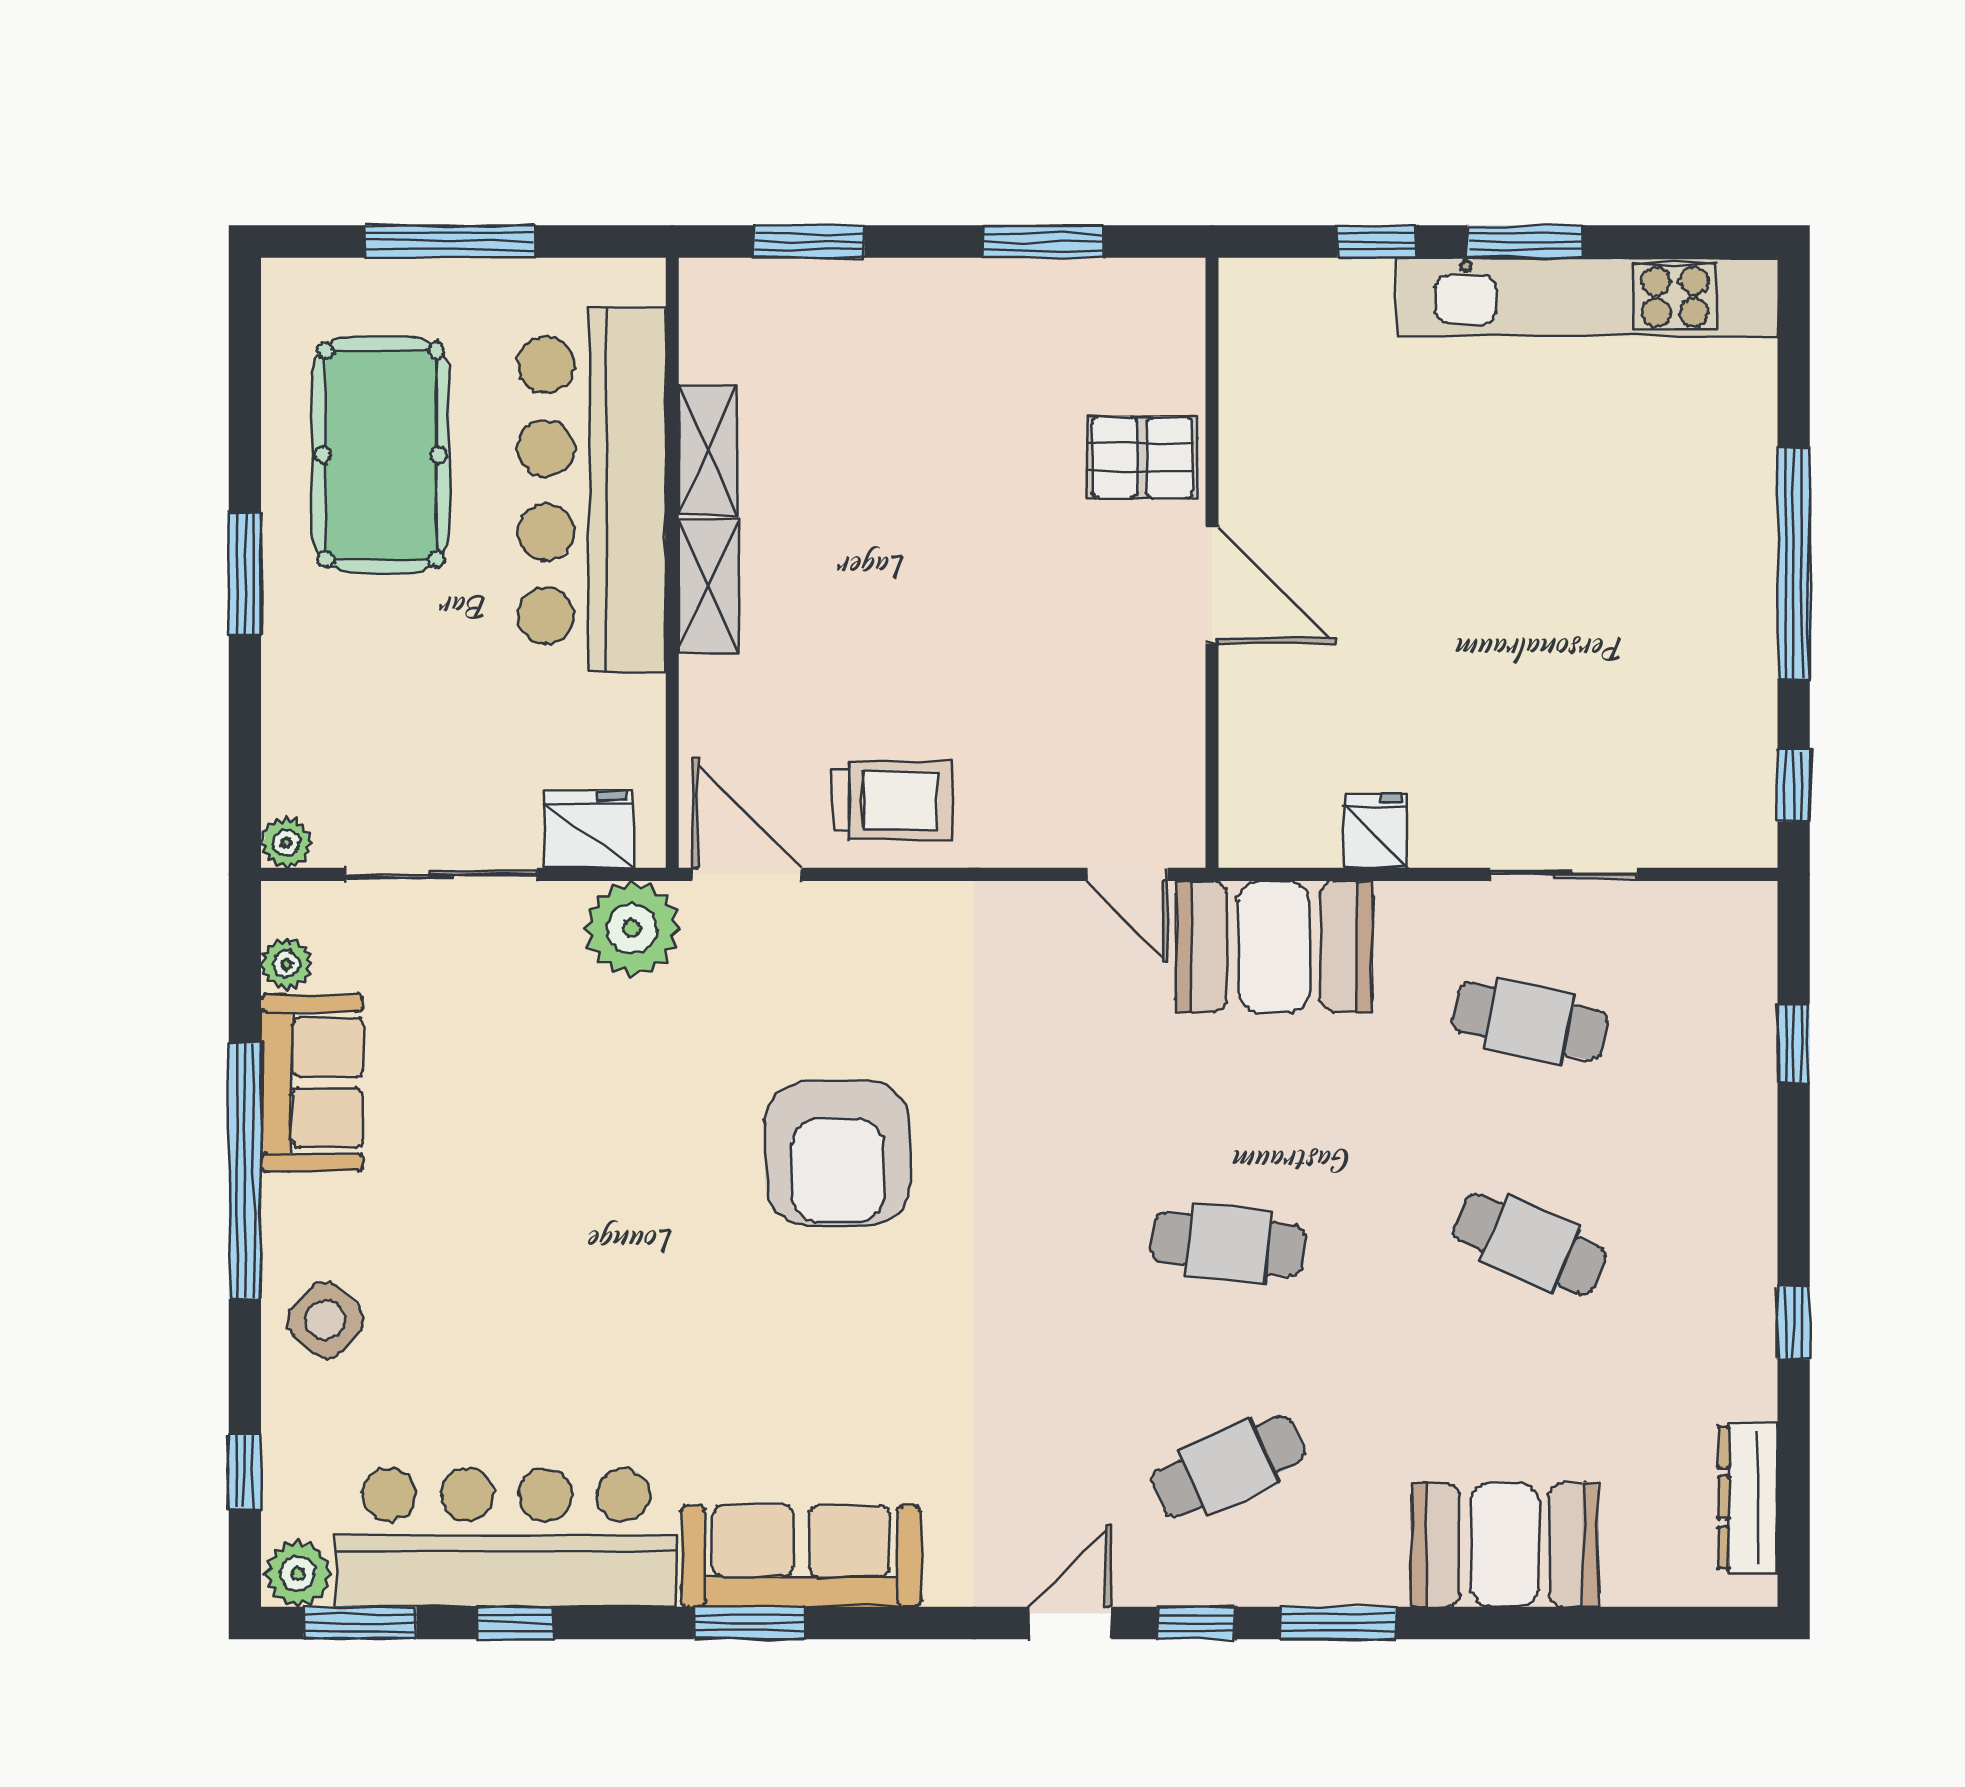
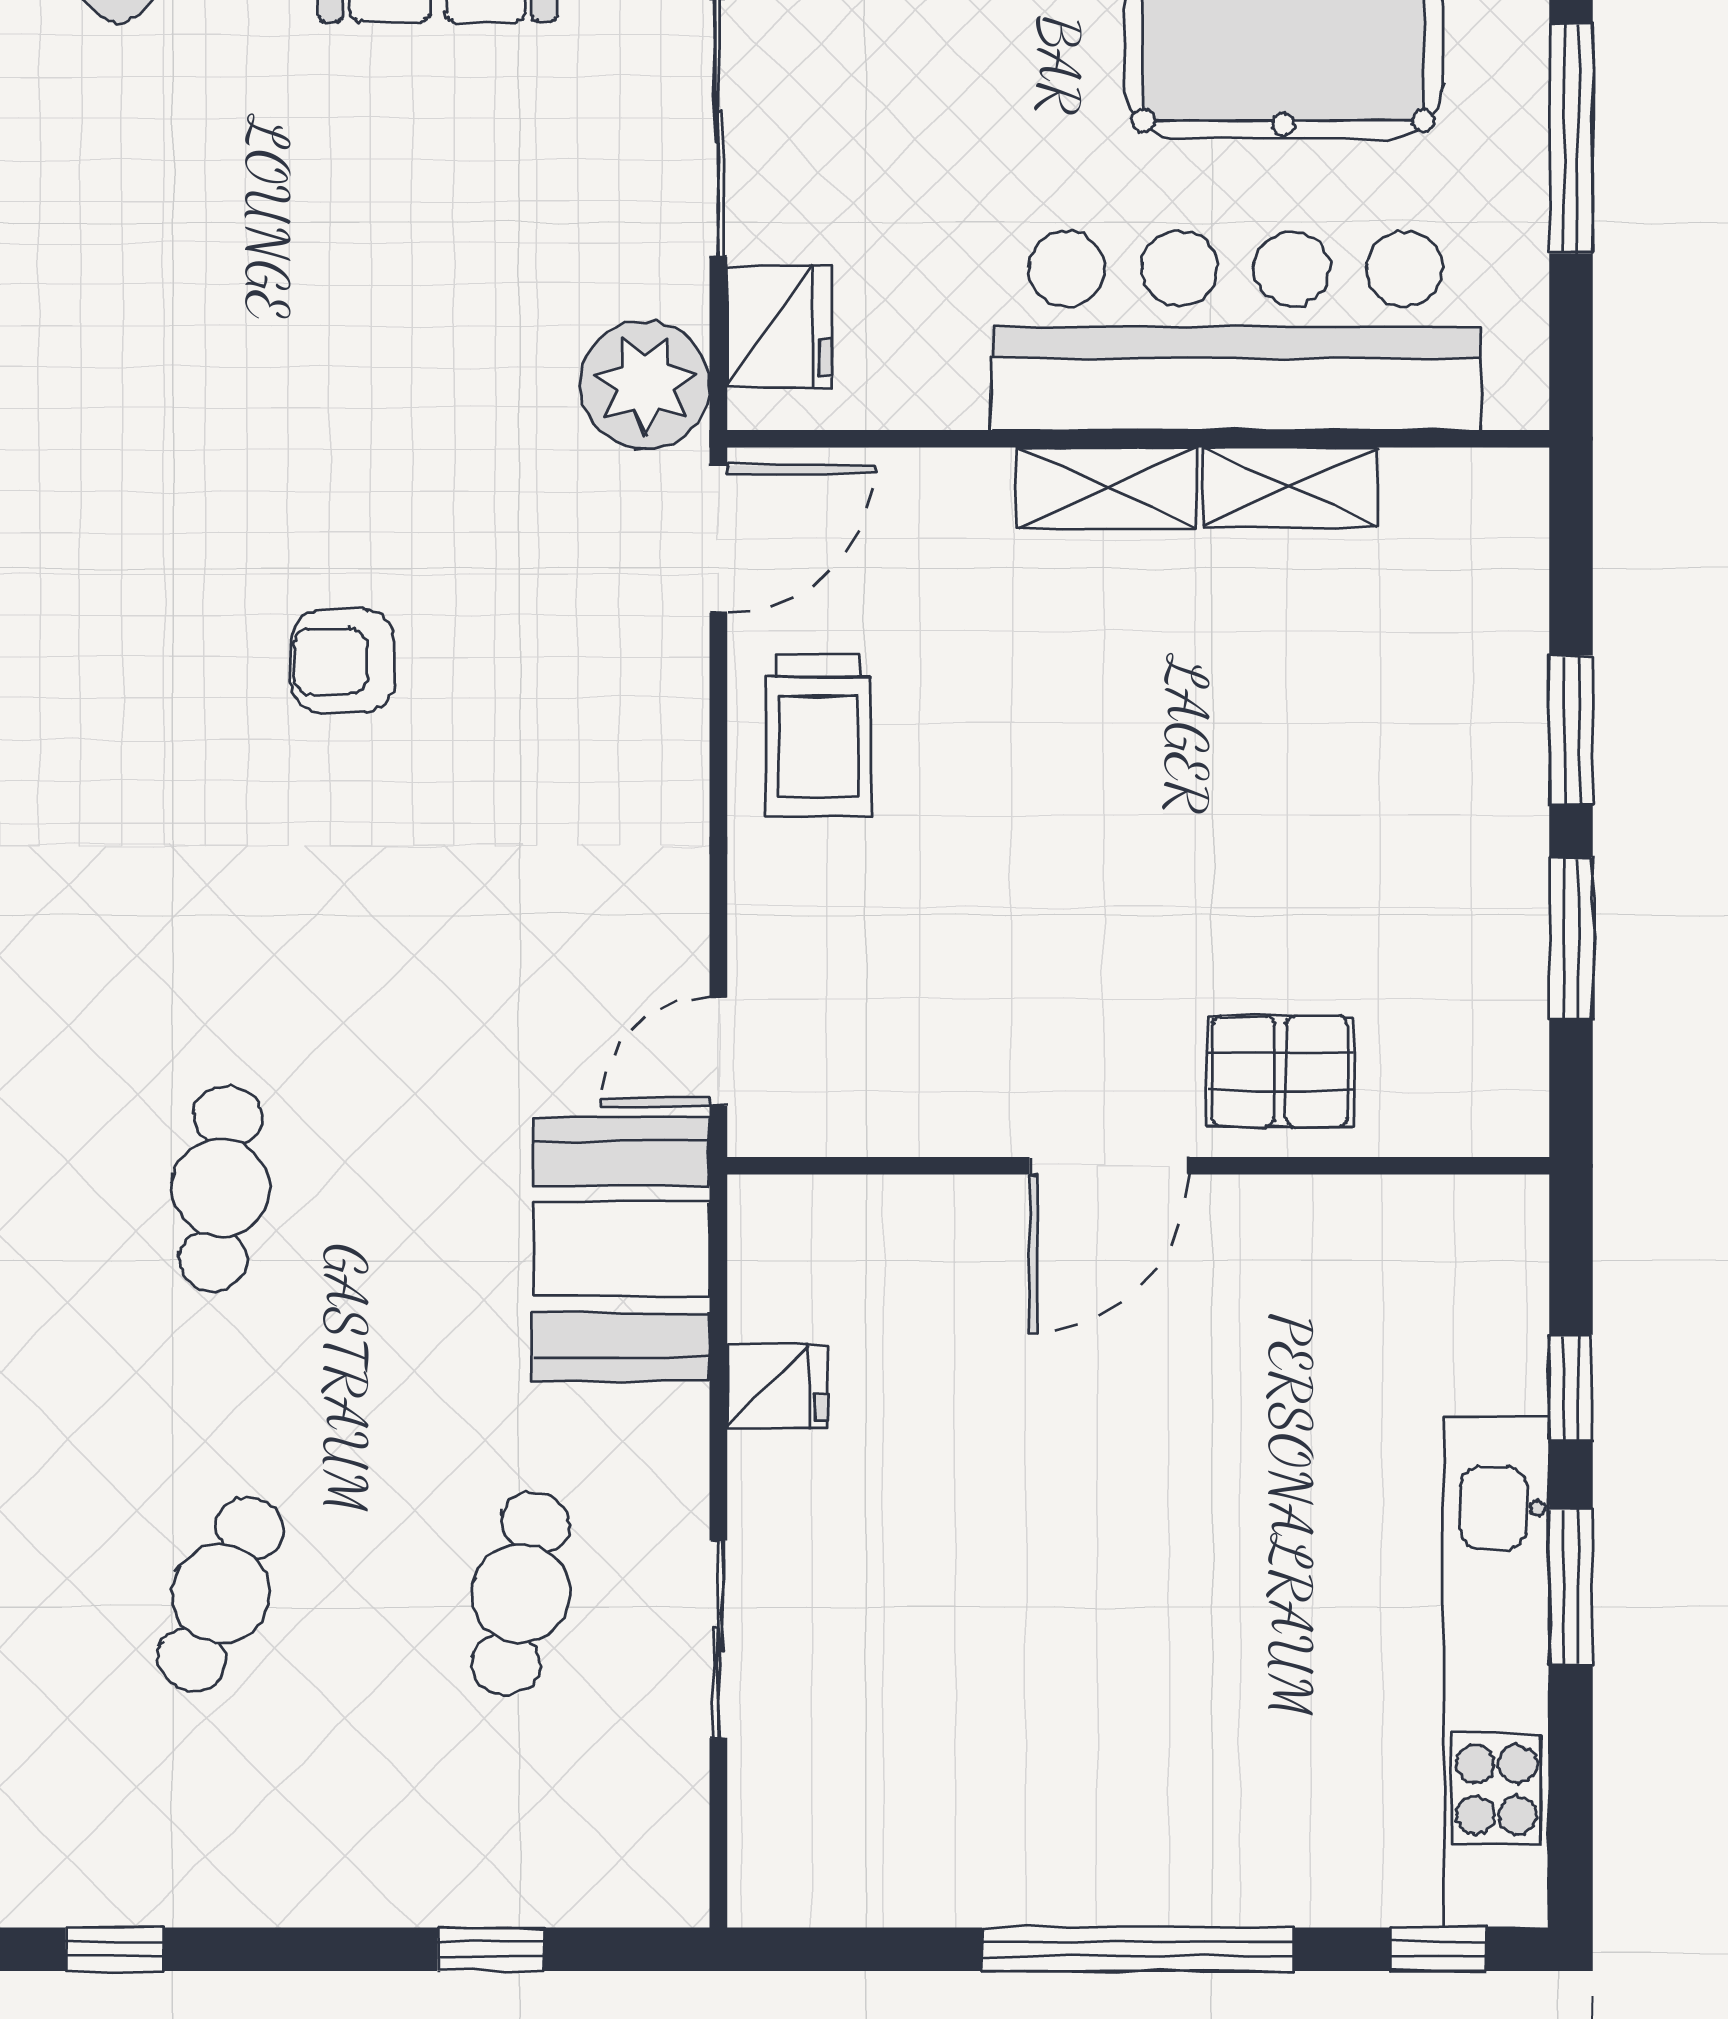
window: (809, 241) -> (1571, 730), moved
pallet: (1142, 457) -> (1280, 1071), turned 90
window: (1794, 785) -> (1438, 1949), moved
armchair: (837, 1153) -> (343, 661), width x0.53, depth x0.53

